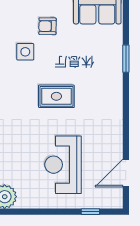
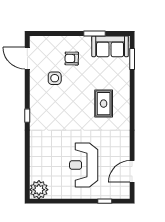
window: (126, 59) -> (132, 59), moved
rug: (56, 96) -> (104, 104), moved, turned 90

